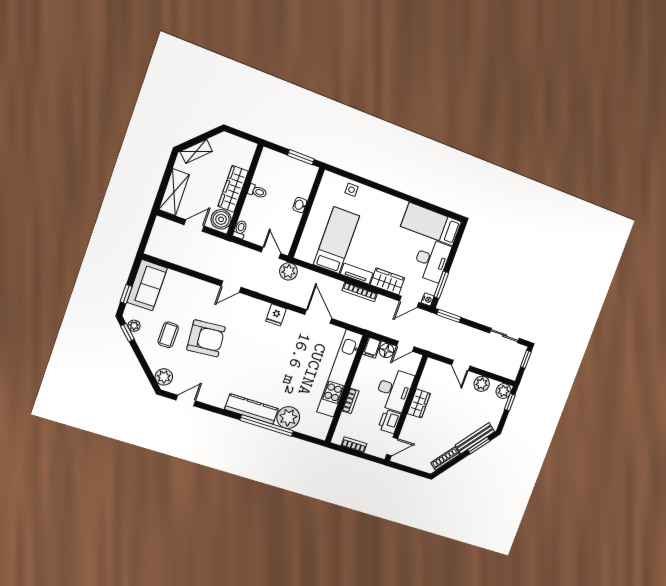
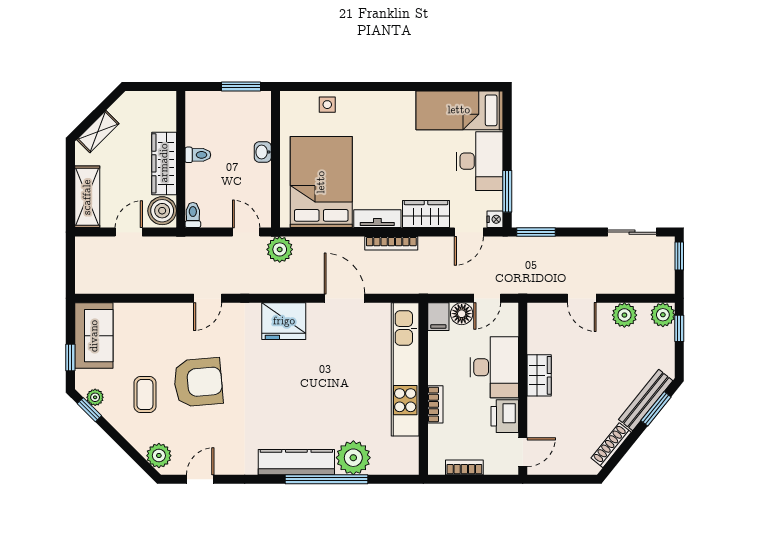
bed: (336, 240) -> (321, 182), width x1.50
fridge: (276, 315) -> (284, 321), width x1.88, depth x1.34

